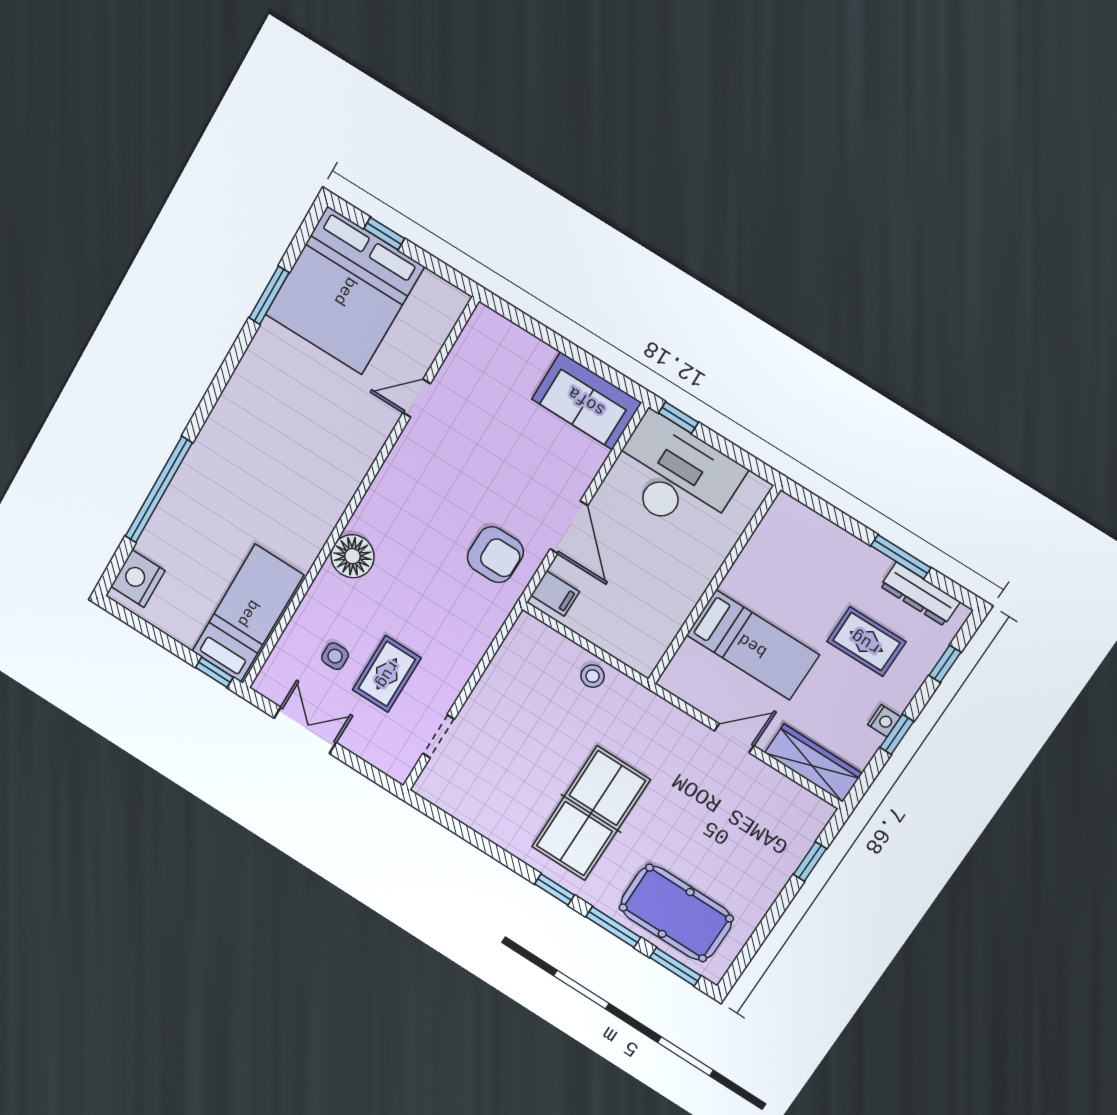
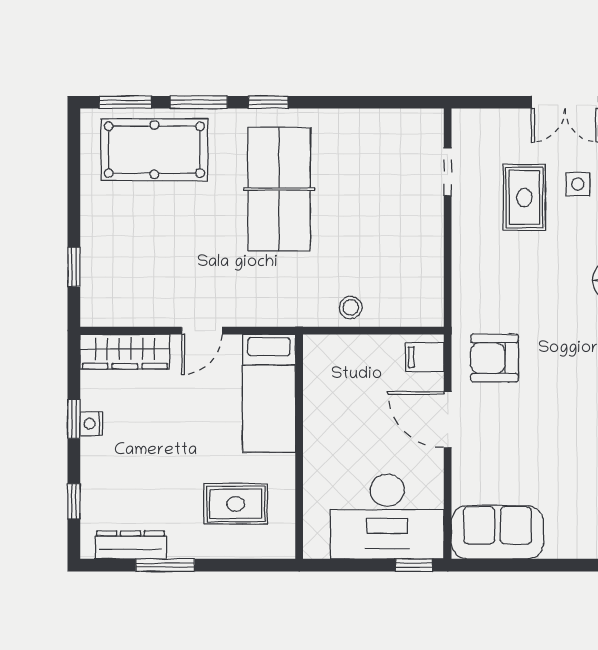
rug: (866, 642) -> (236, 504), moved
bed: (753, 645) -> (269, 393), moved, turned -90

